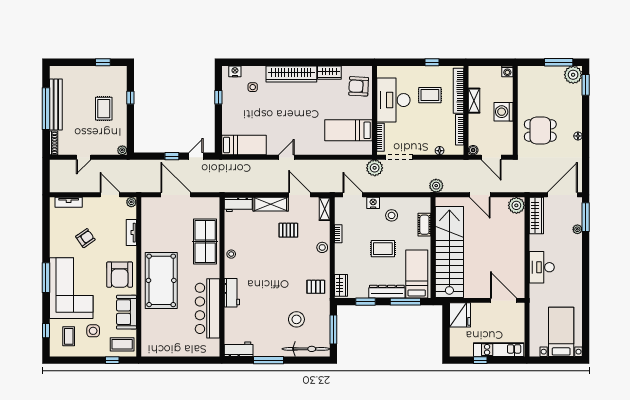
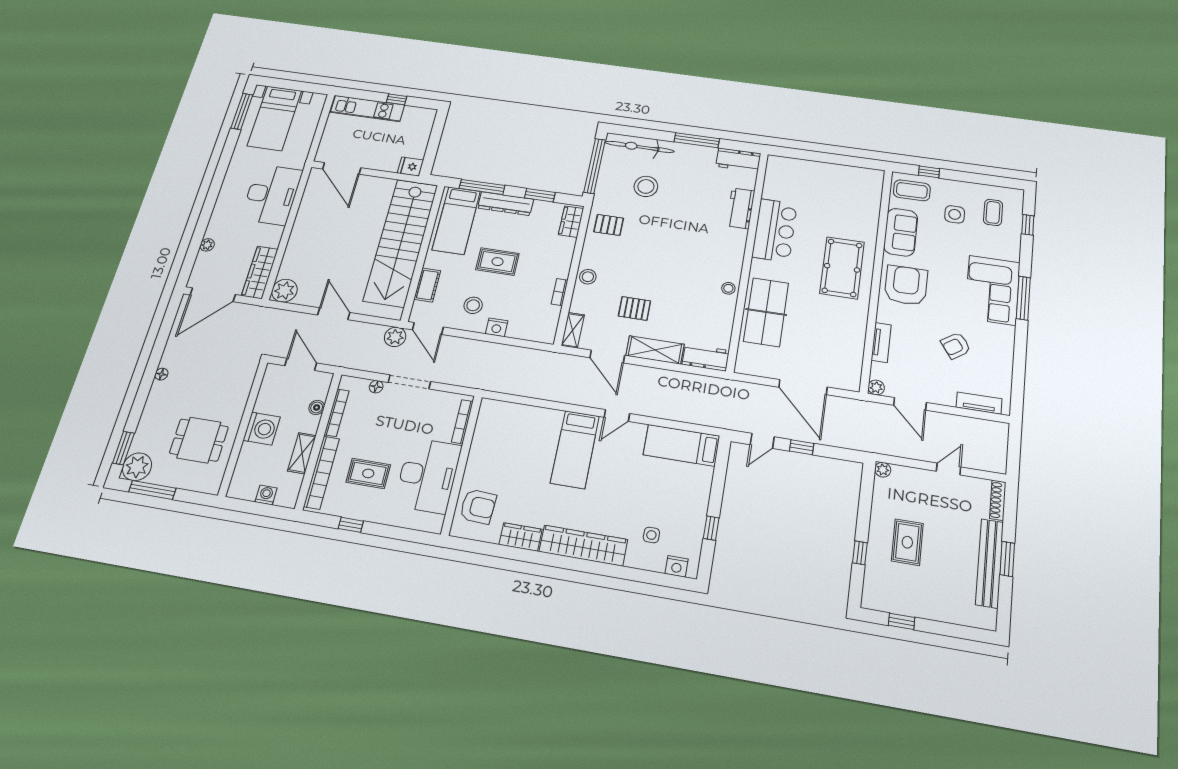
washing machine: (507, 71) -> (266, 495), moved
window: (46, 109) -> (1007, 559), width x0.47
bed: (349, 130) -> (575, 449), moved, turned 90
dining table: (540, 131) -> (199, 440), moved
boiler: (473, 150) -> (317, 407), moved
doorway: (399, 157) -> (409, 382), moved
plant: (375, 168) -> (482, 378), removed
door: (353, 195) -> (428, 328), moved
window: (586, 217) -> (242, 111), moved
desk: (542, 267) -> (272, 195), width x1.36, depth x1.30
pool table: (161, 280) -> (842, 268), width x0.73, depth x0.76
corner sofa: (71, 288) -> (992, 290), width x0.73, depth x0.74
workbench: (232, 293) -> (741, 208), moved
bar counter: (207, 308) -> (775, 230), width x0.73
fridge: (460, 315) -> (410, 167), width x0.53, depth x0.75
window: (333, 329) -> (595, 166), width x1.46

